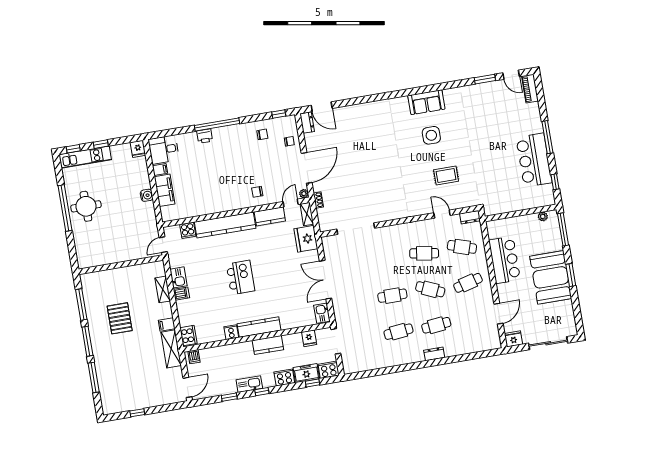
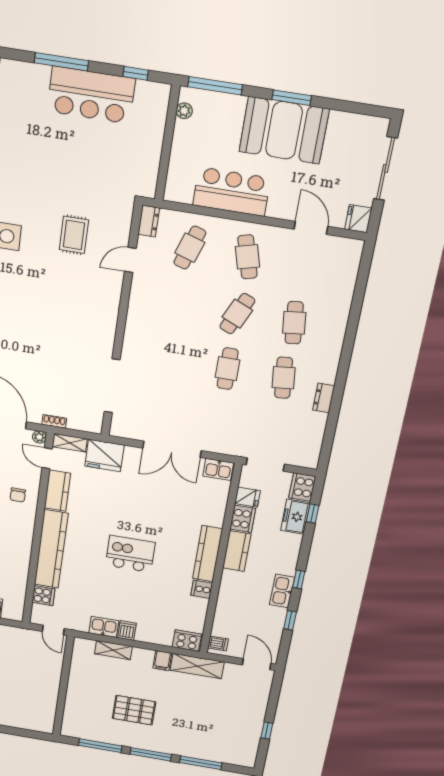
cafe table: (424, 253) -> (181, 304), removed
dresser: (434, 354) -> (324, 398), moved
cooker: (284, 377) -> (243, 519), moved, turned 180

